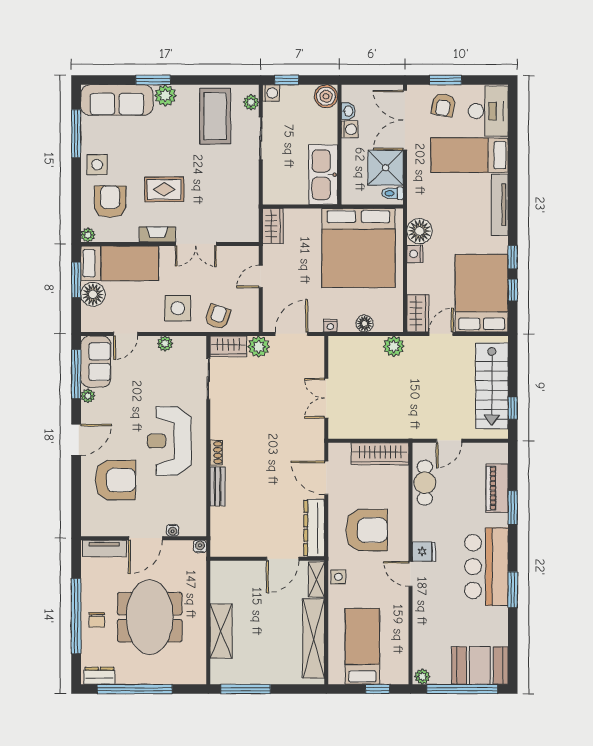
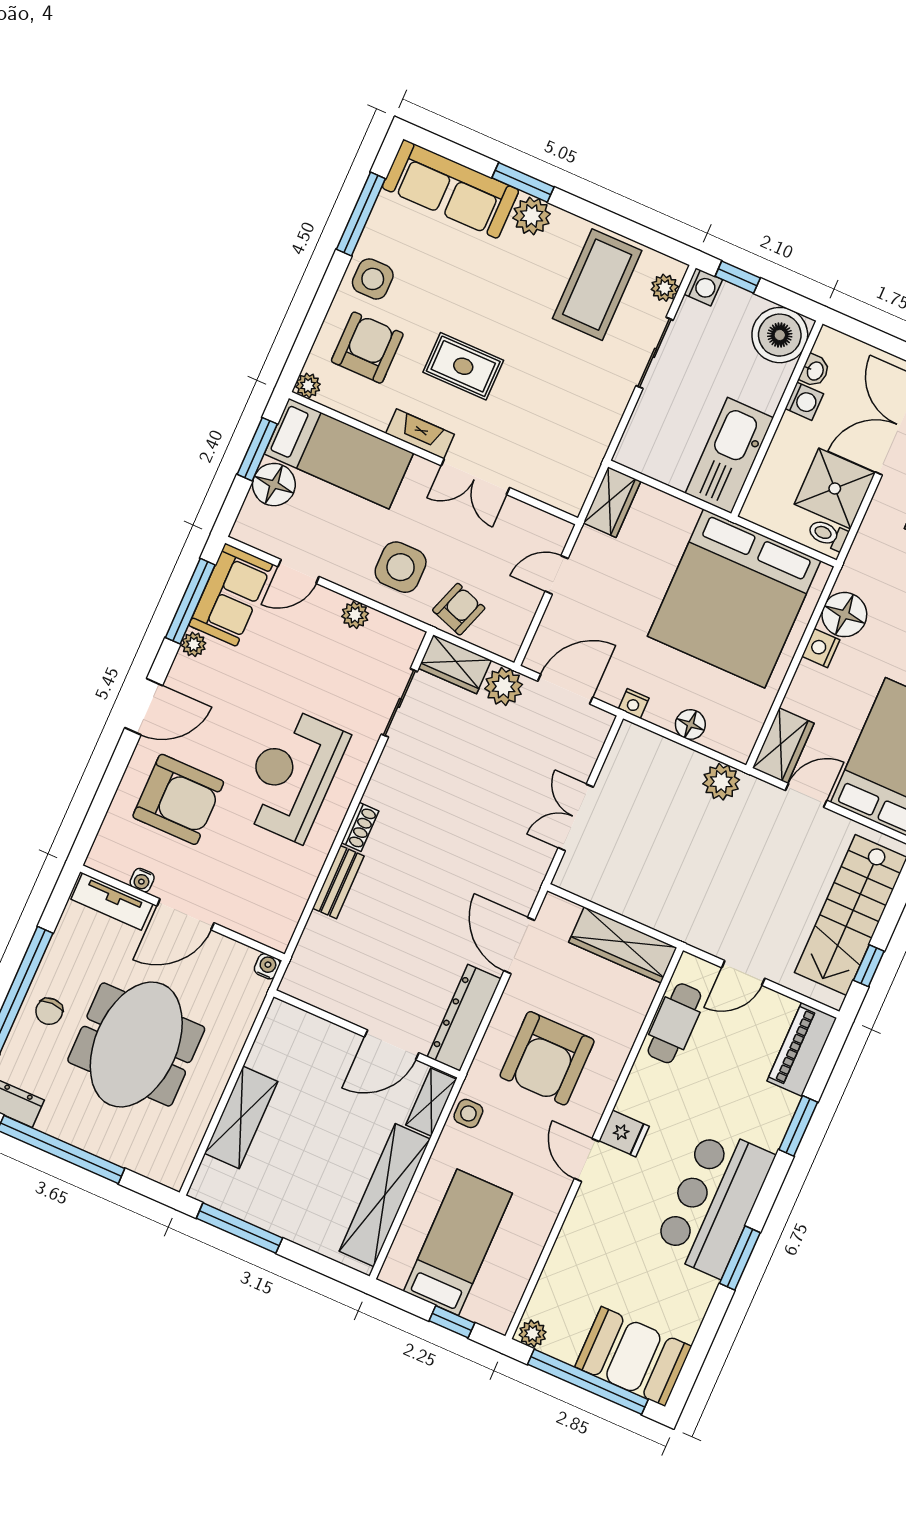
boiler: (326, 96) -> (780, 335), width x1.37, depth x1.37
piano: (497, 488) -> (802, 1049), moved
water cooler: (173, 530) -> (142, 880), moved
armchair: (367, 530) -> (547, 1058), turned 90

